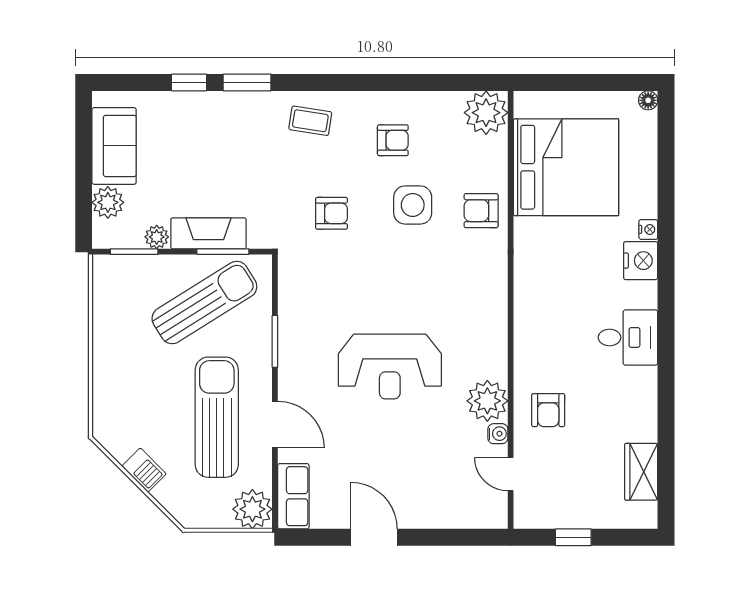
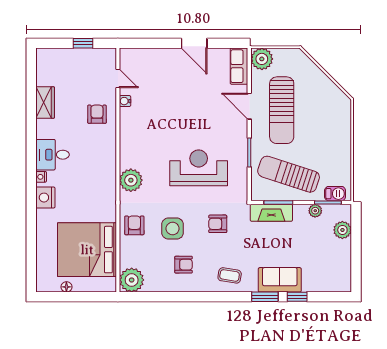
floor lamp: (648, 100) -> (66, 287), moved
armchair: (393, 140) -> (184, 265), turned 180
sofa: (114, 146) -> (280, 280), moved, turned 90
armchair: (481, 211) -> (134, 225), turned -90
nightstand: (648, 229) -> (41, 177), moved
fireplace: (208, 233) -> (271, 213), moved
sun lounger: (204, 303) -> (289, 174), turned 50
reception desk: (390, 367) -> (199, 168), moved
plant: (487, 401) -> (131, 180), moved
barbecue: (144, 470) -> (335, 194), moved, turned 135
wardrobe: (641, 472) -> (45, 102), moved

